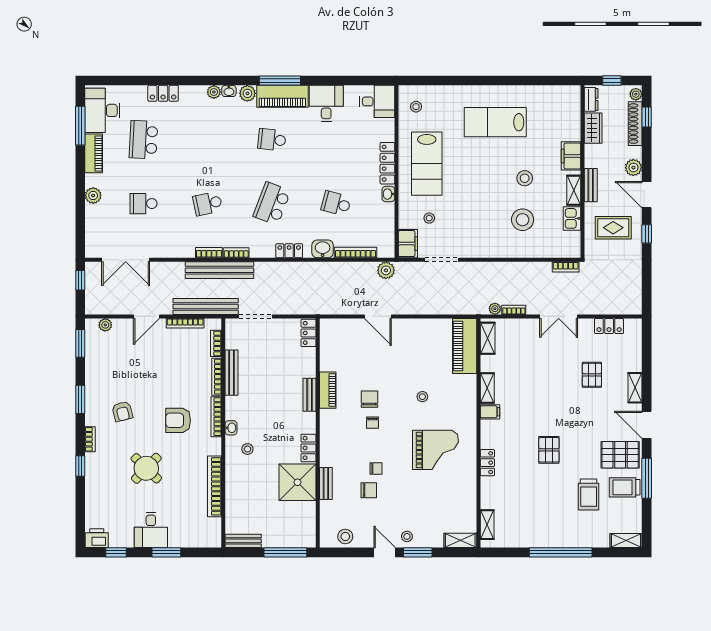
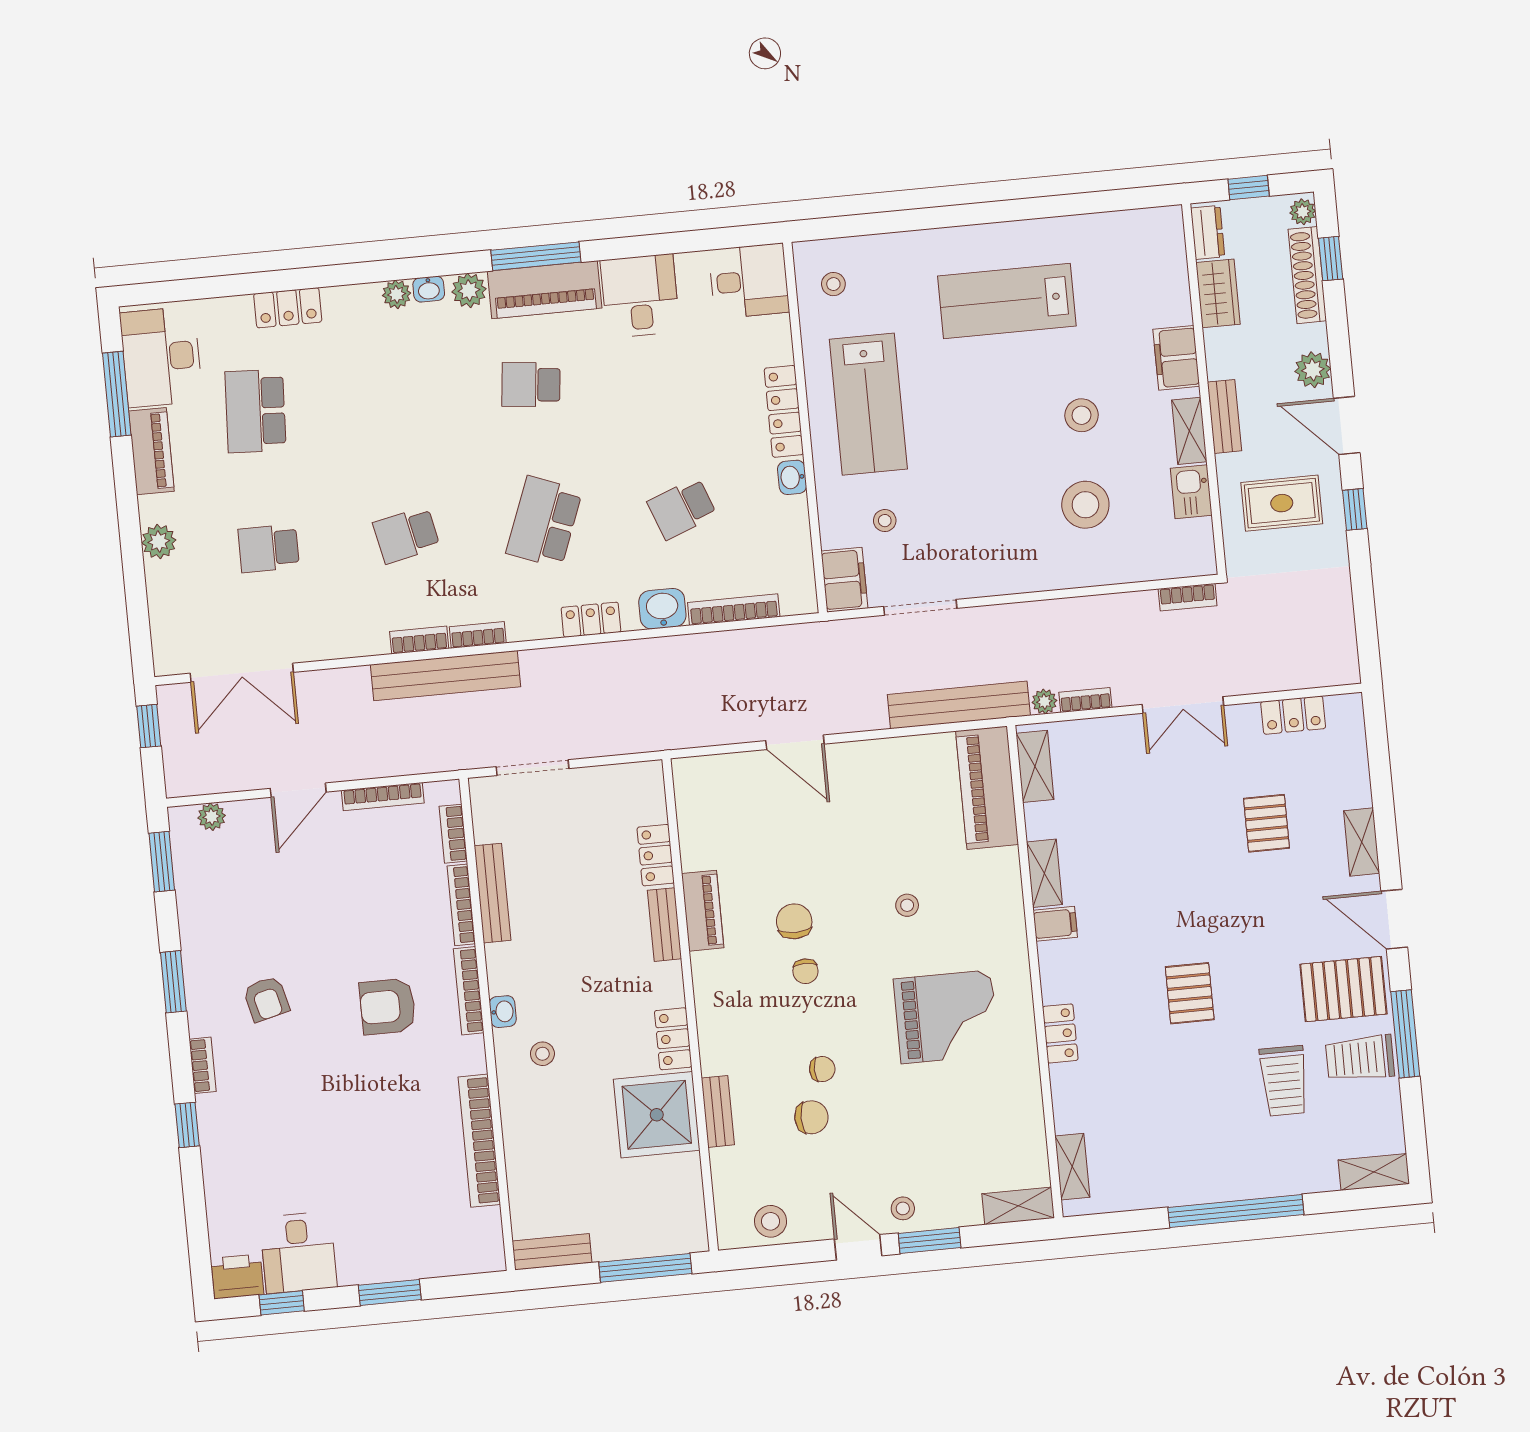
school desk: (336, 204) -> (682, 509), turned -36
plant: (386, 270) -> (803, 642), removed
bench: (206, 306) -> (959, 705), moved
locker: (309, 333) -> (656, 855), moved
round table: (146, 468) -> (329, 1116), removed
desk: (151, 530) -> (298, 1252), moved

